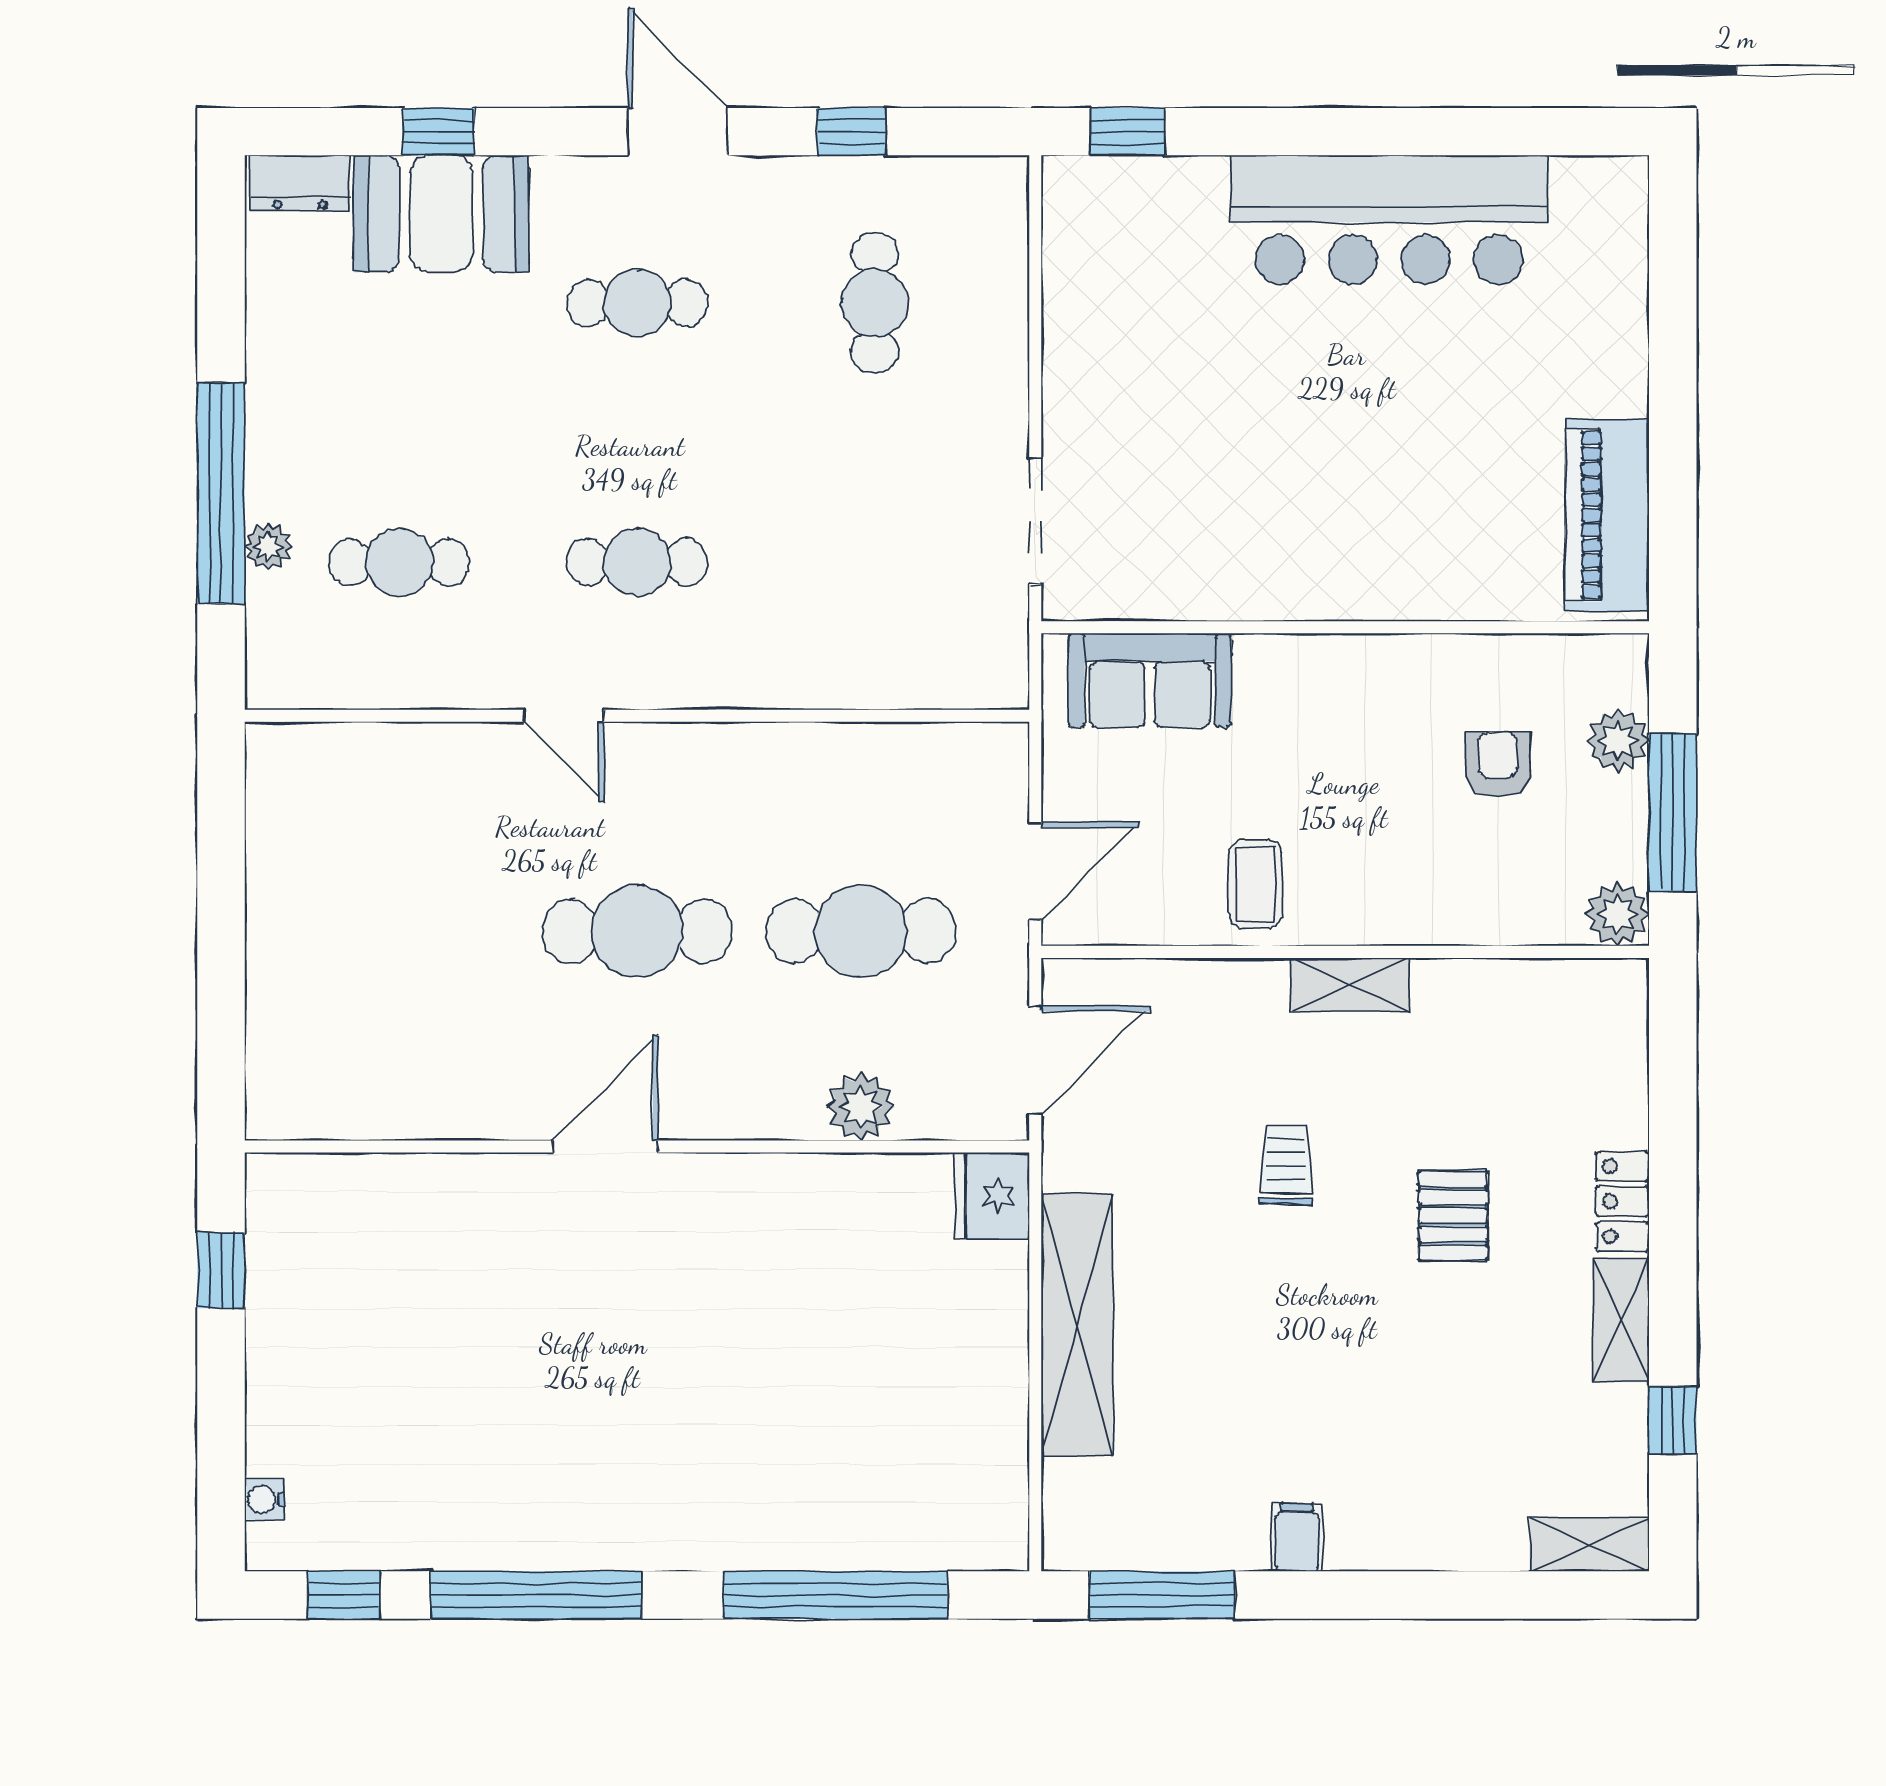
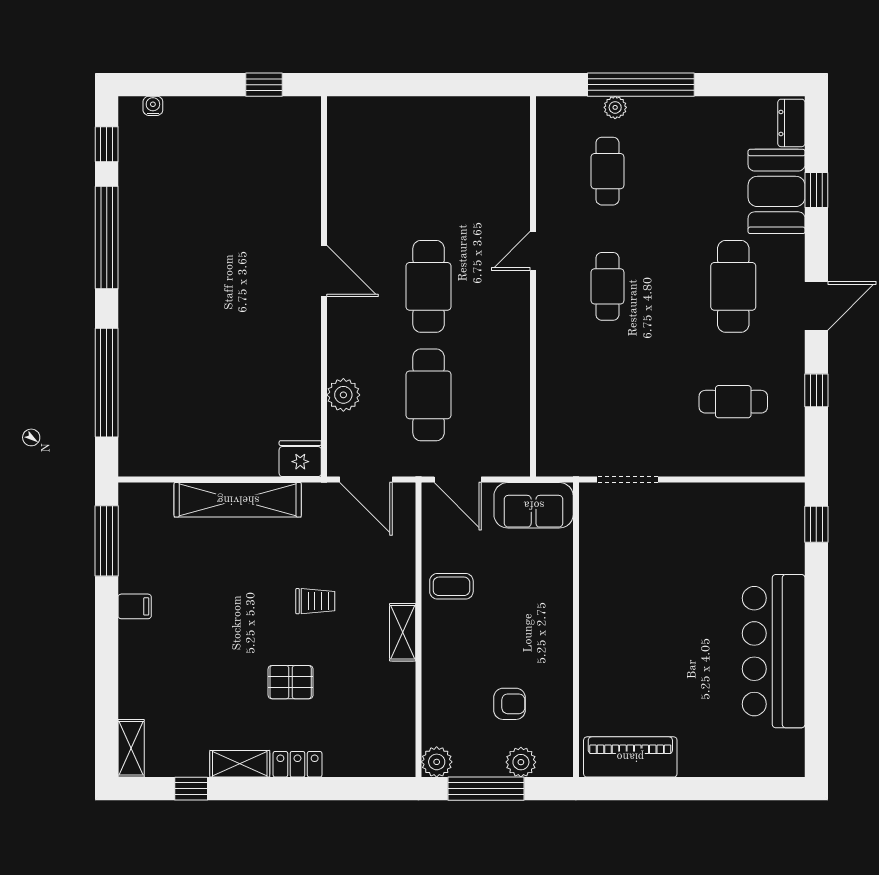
cafe table: (637, 303) -> (733, 286), width x1.37, depth x1.35
sofa: (1150, 680) -> (534, 505), moved, turned -90

